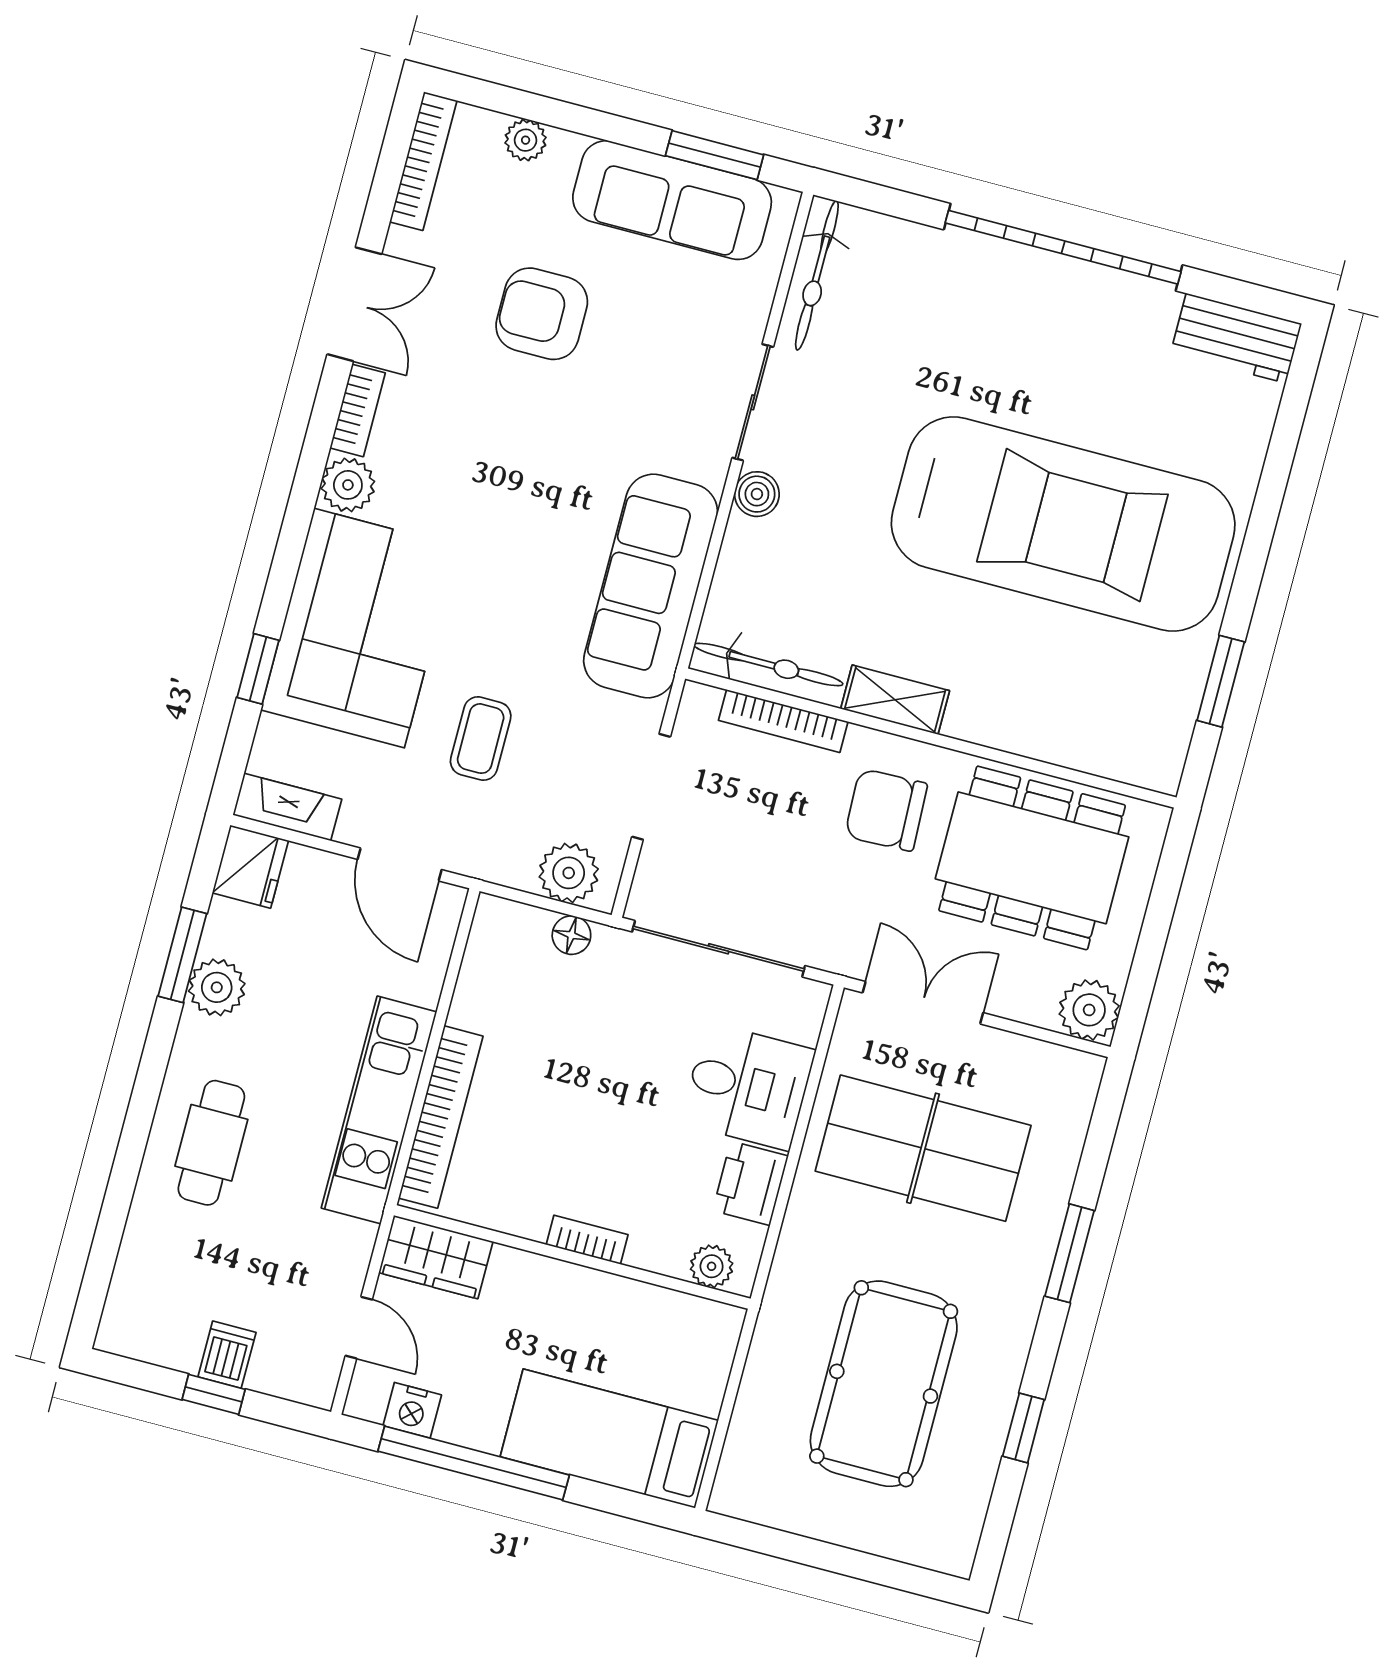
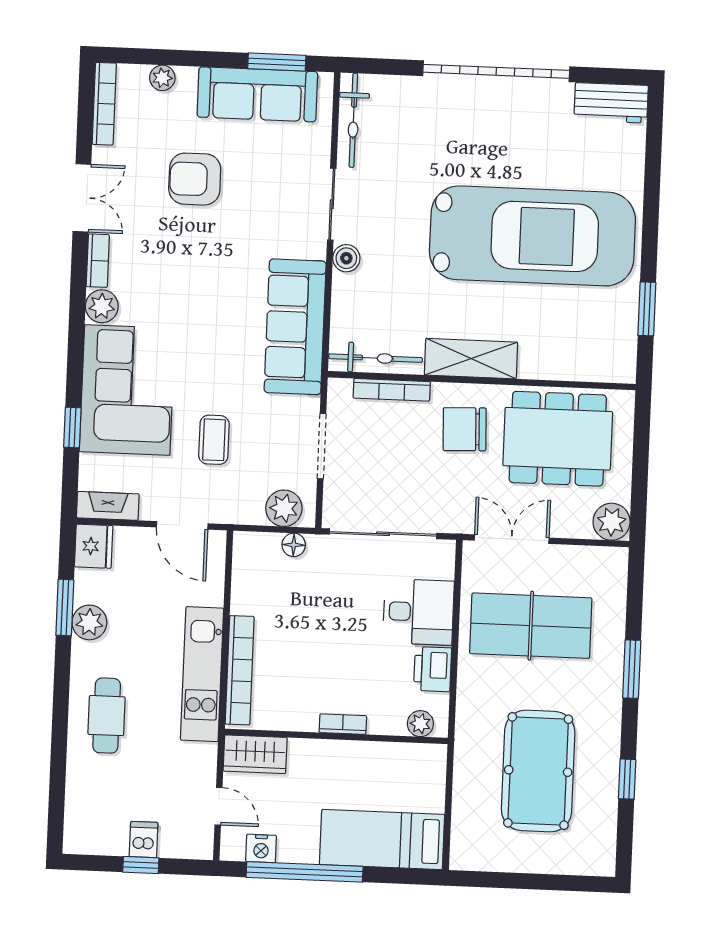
shelving: (895, 700) -> (471, 359), width x1.50, depth x1.33

